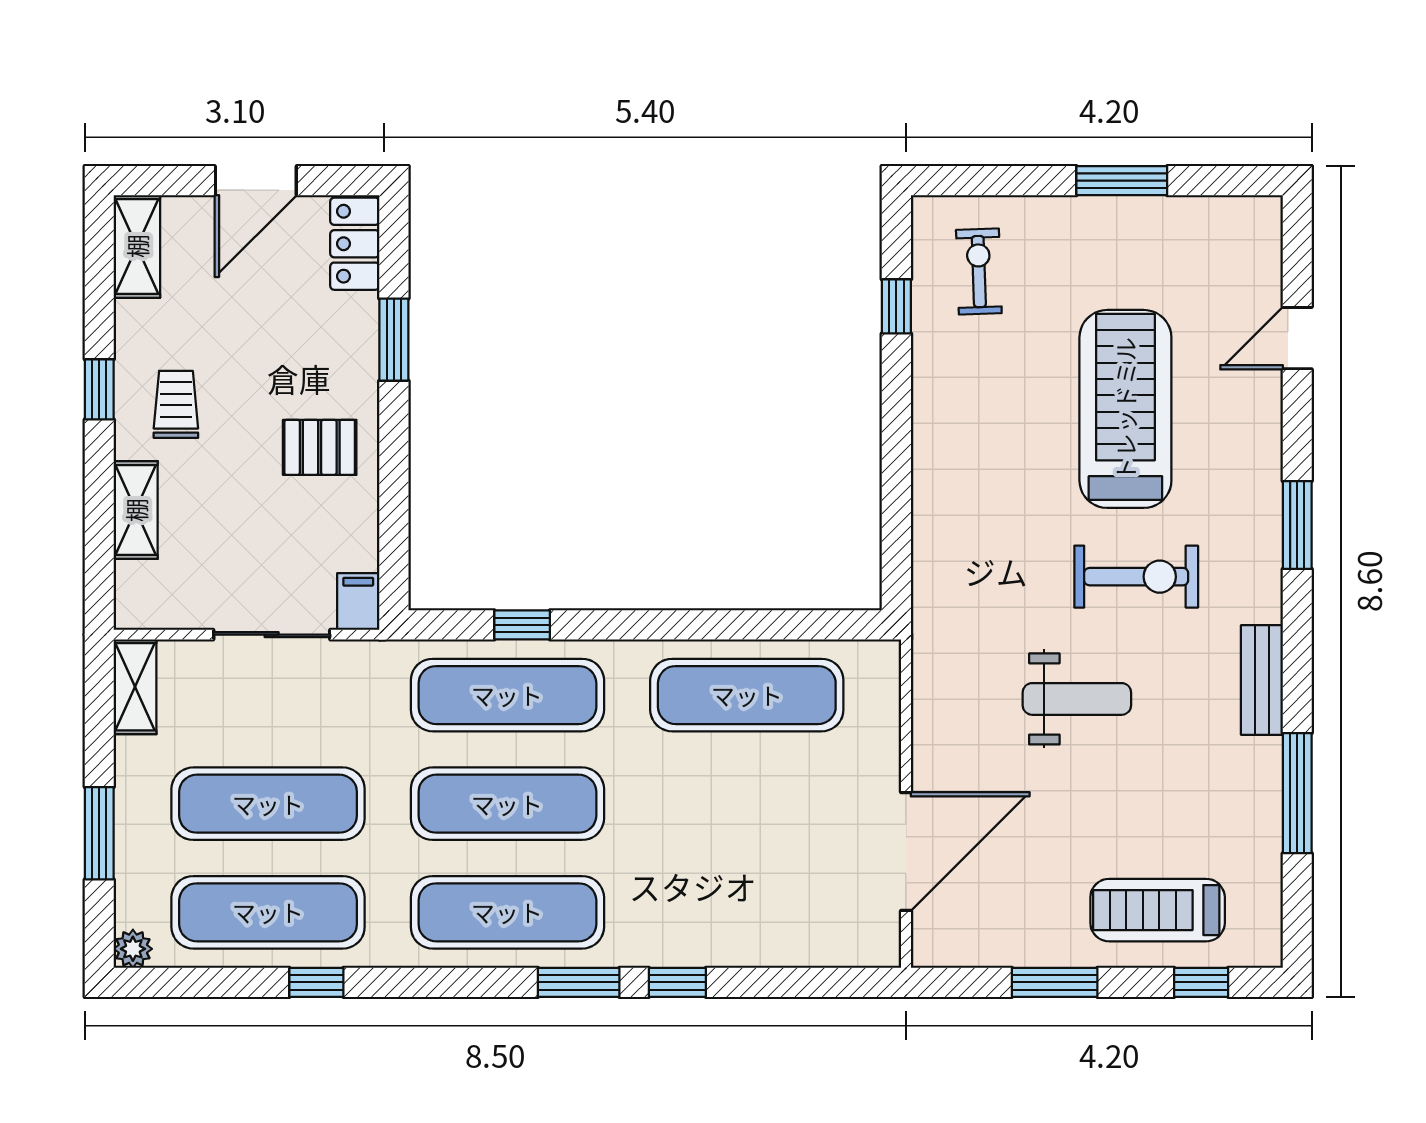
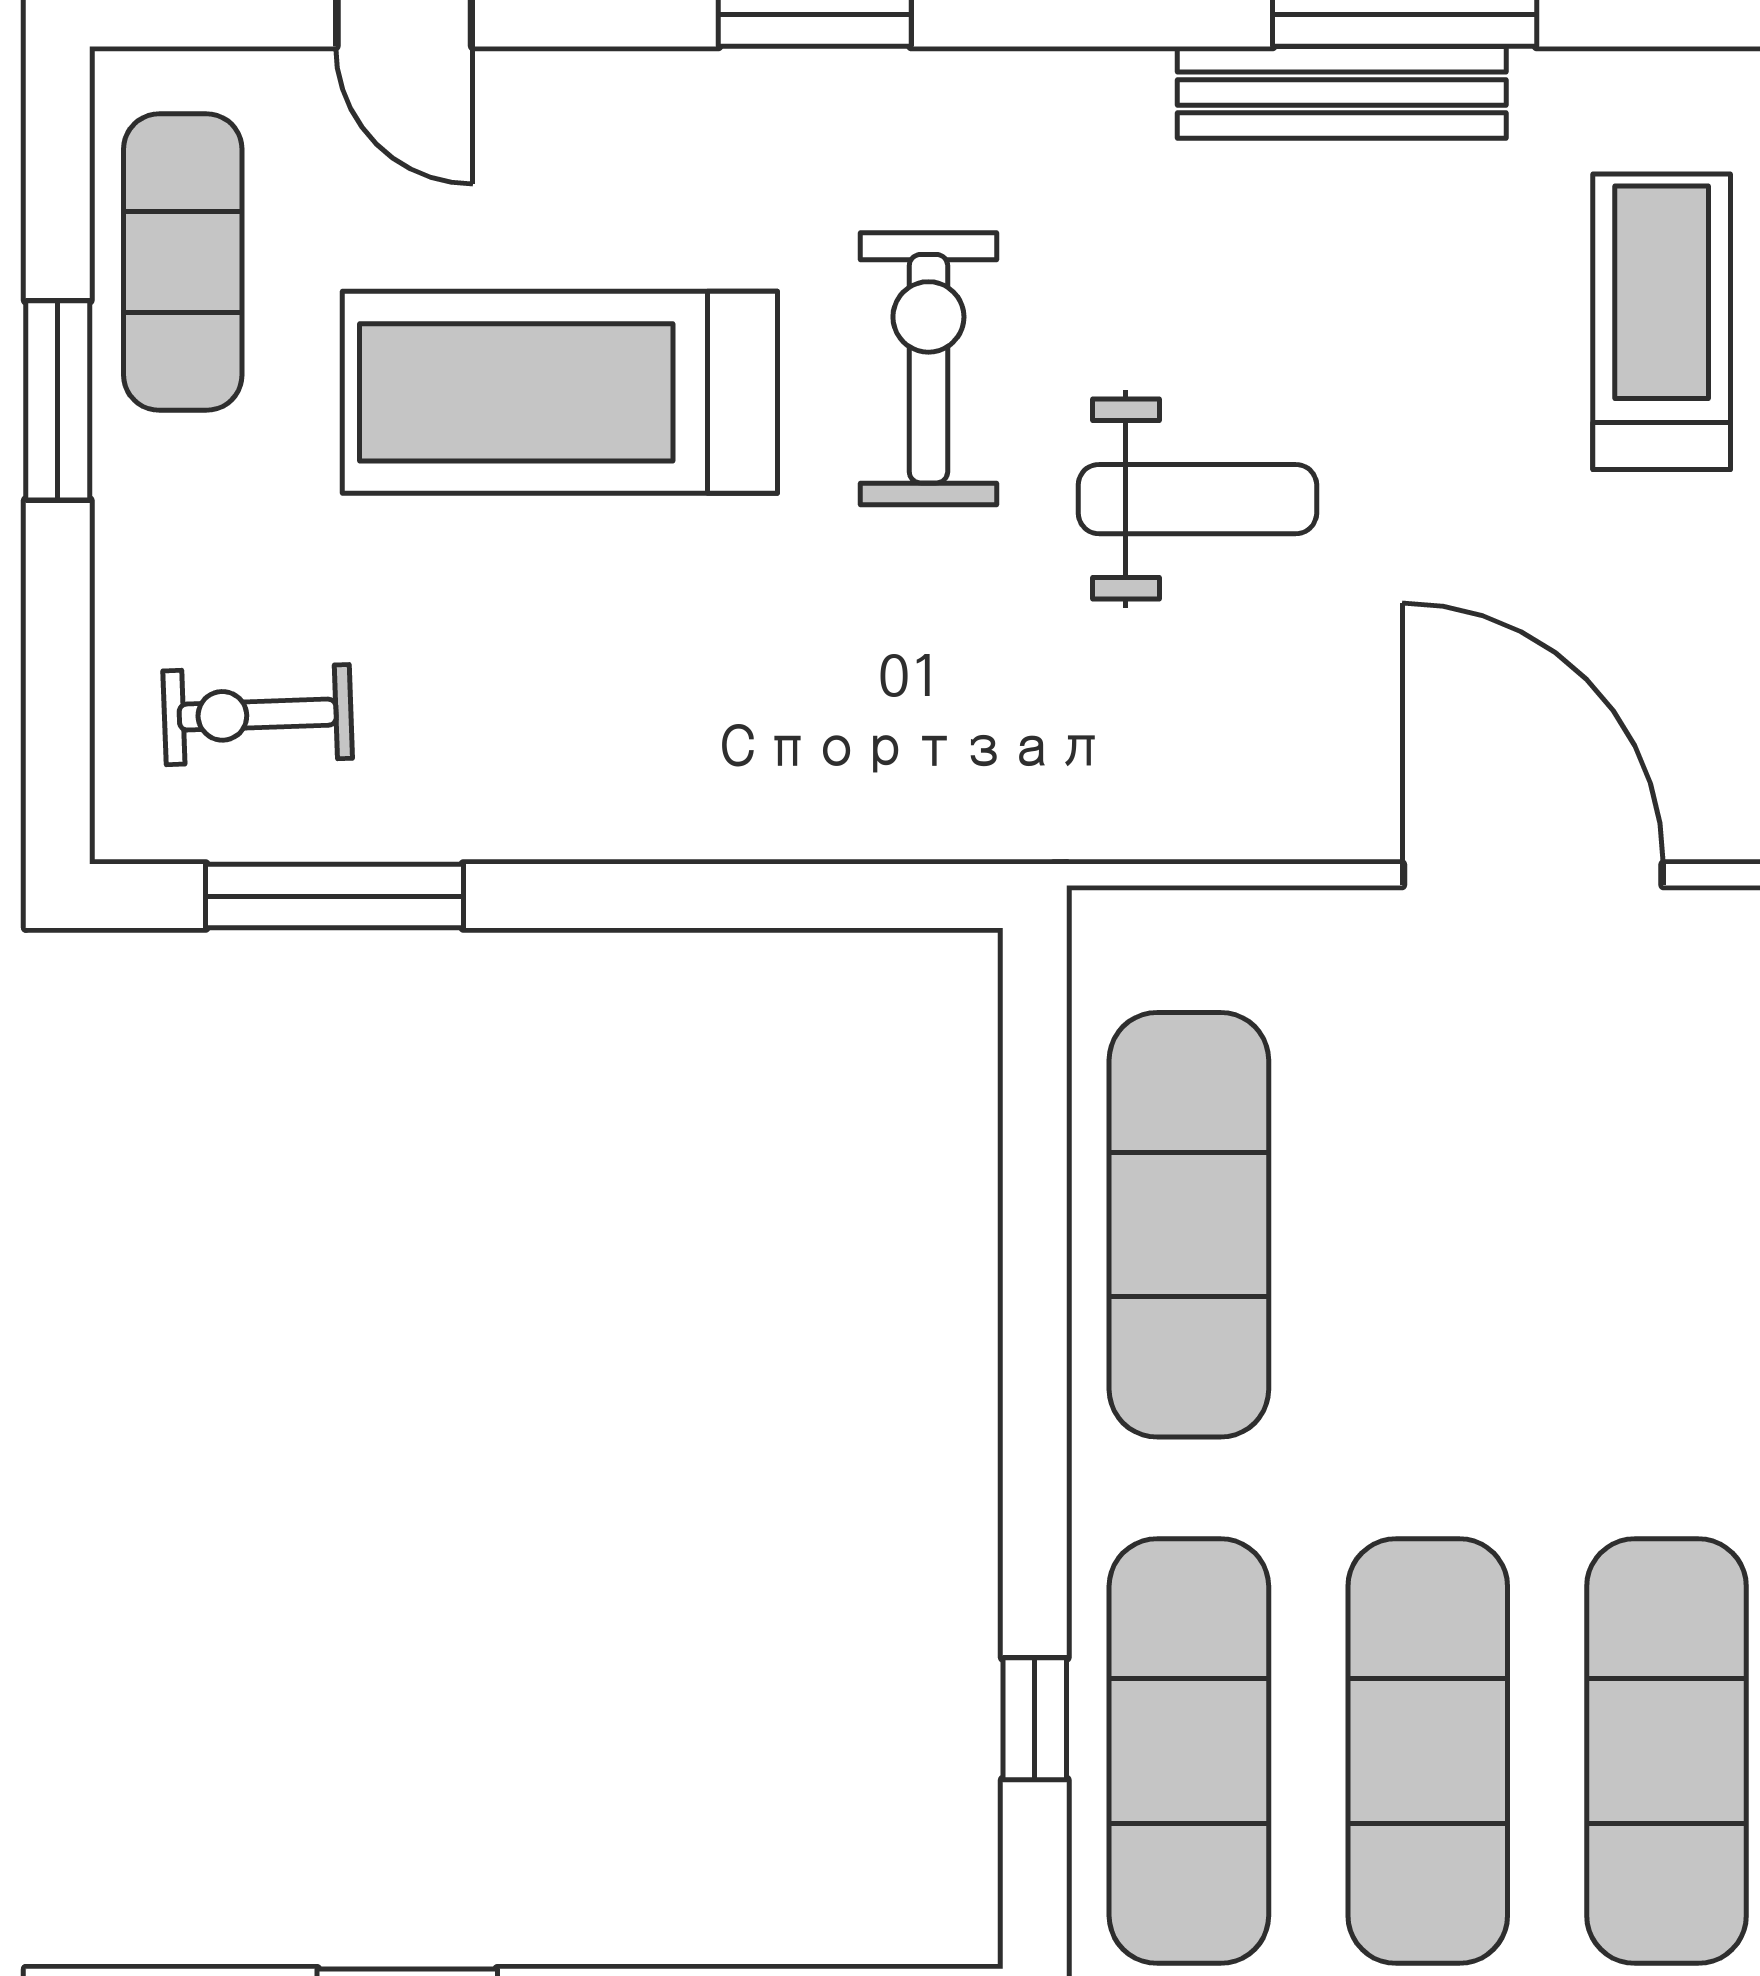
exercise mat: (1185, 237) -> (183, 262), added
window: (896, 306) -> (334, 896), width x2.17
bench: (1262, 680) -> (1342, 92), moved, width x1.36
weight bench: (1077, 699) -> (1197, 499), turned 90
treadmill: (1158, 910) -> (1662, 322), turned 180

